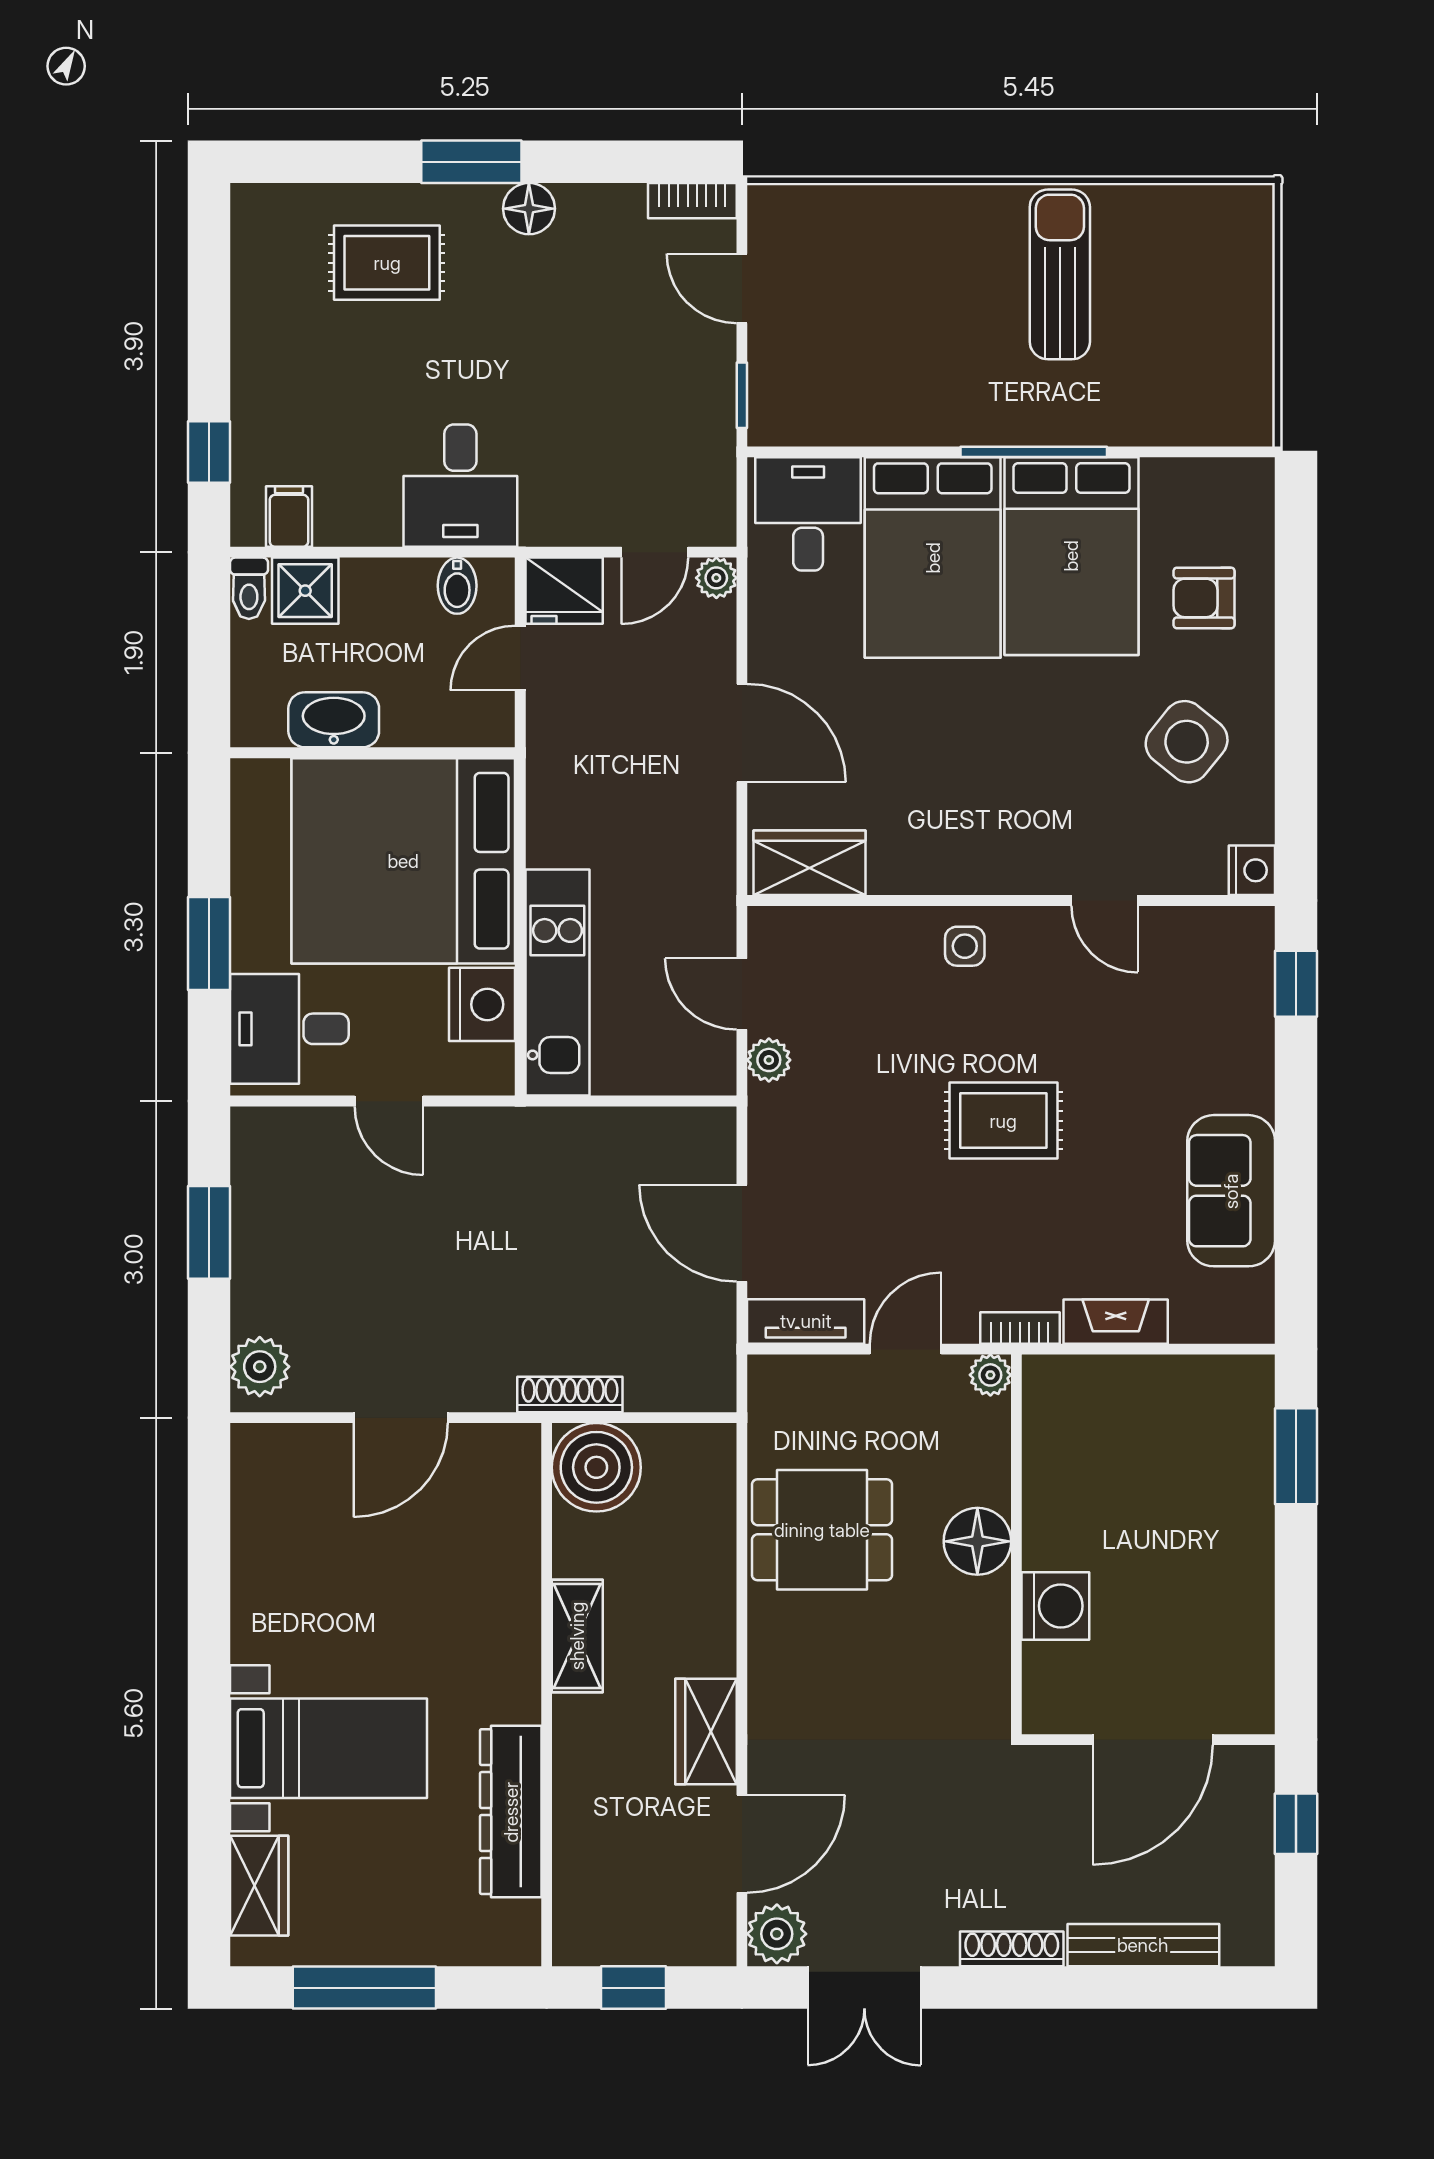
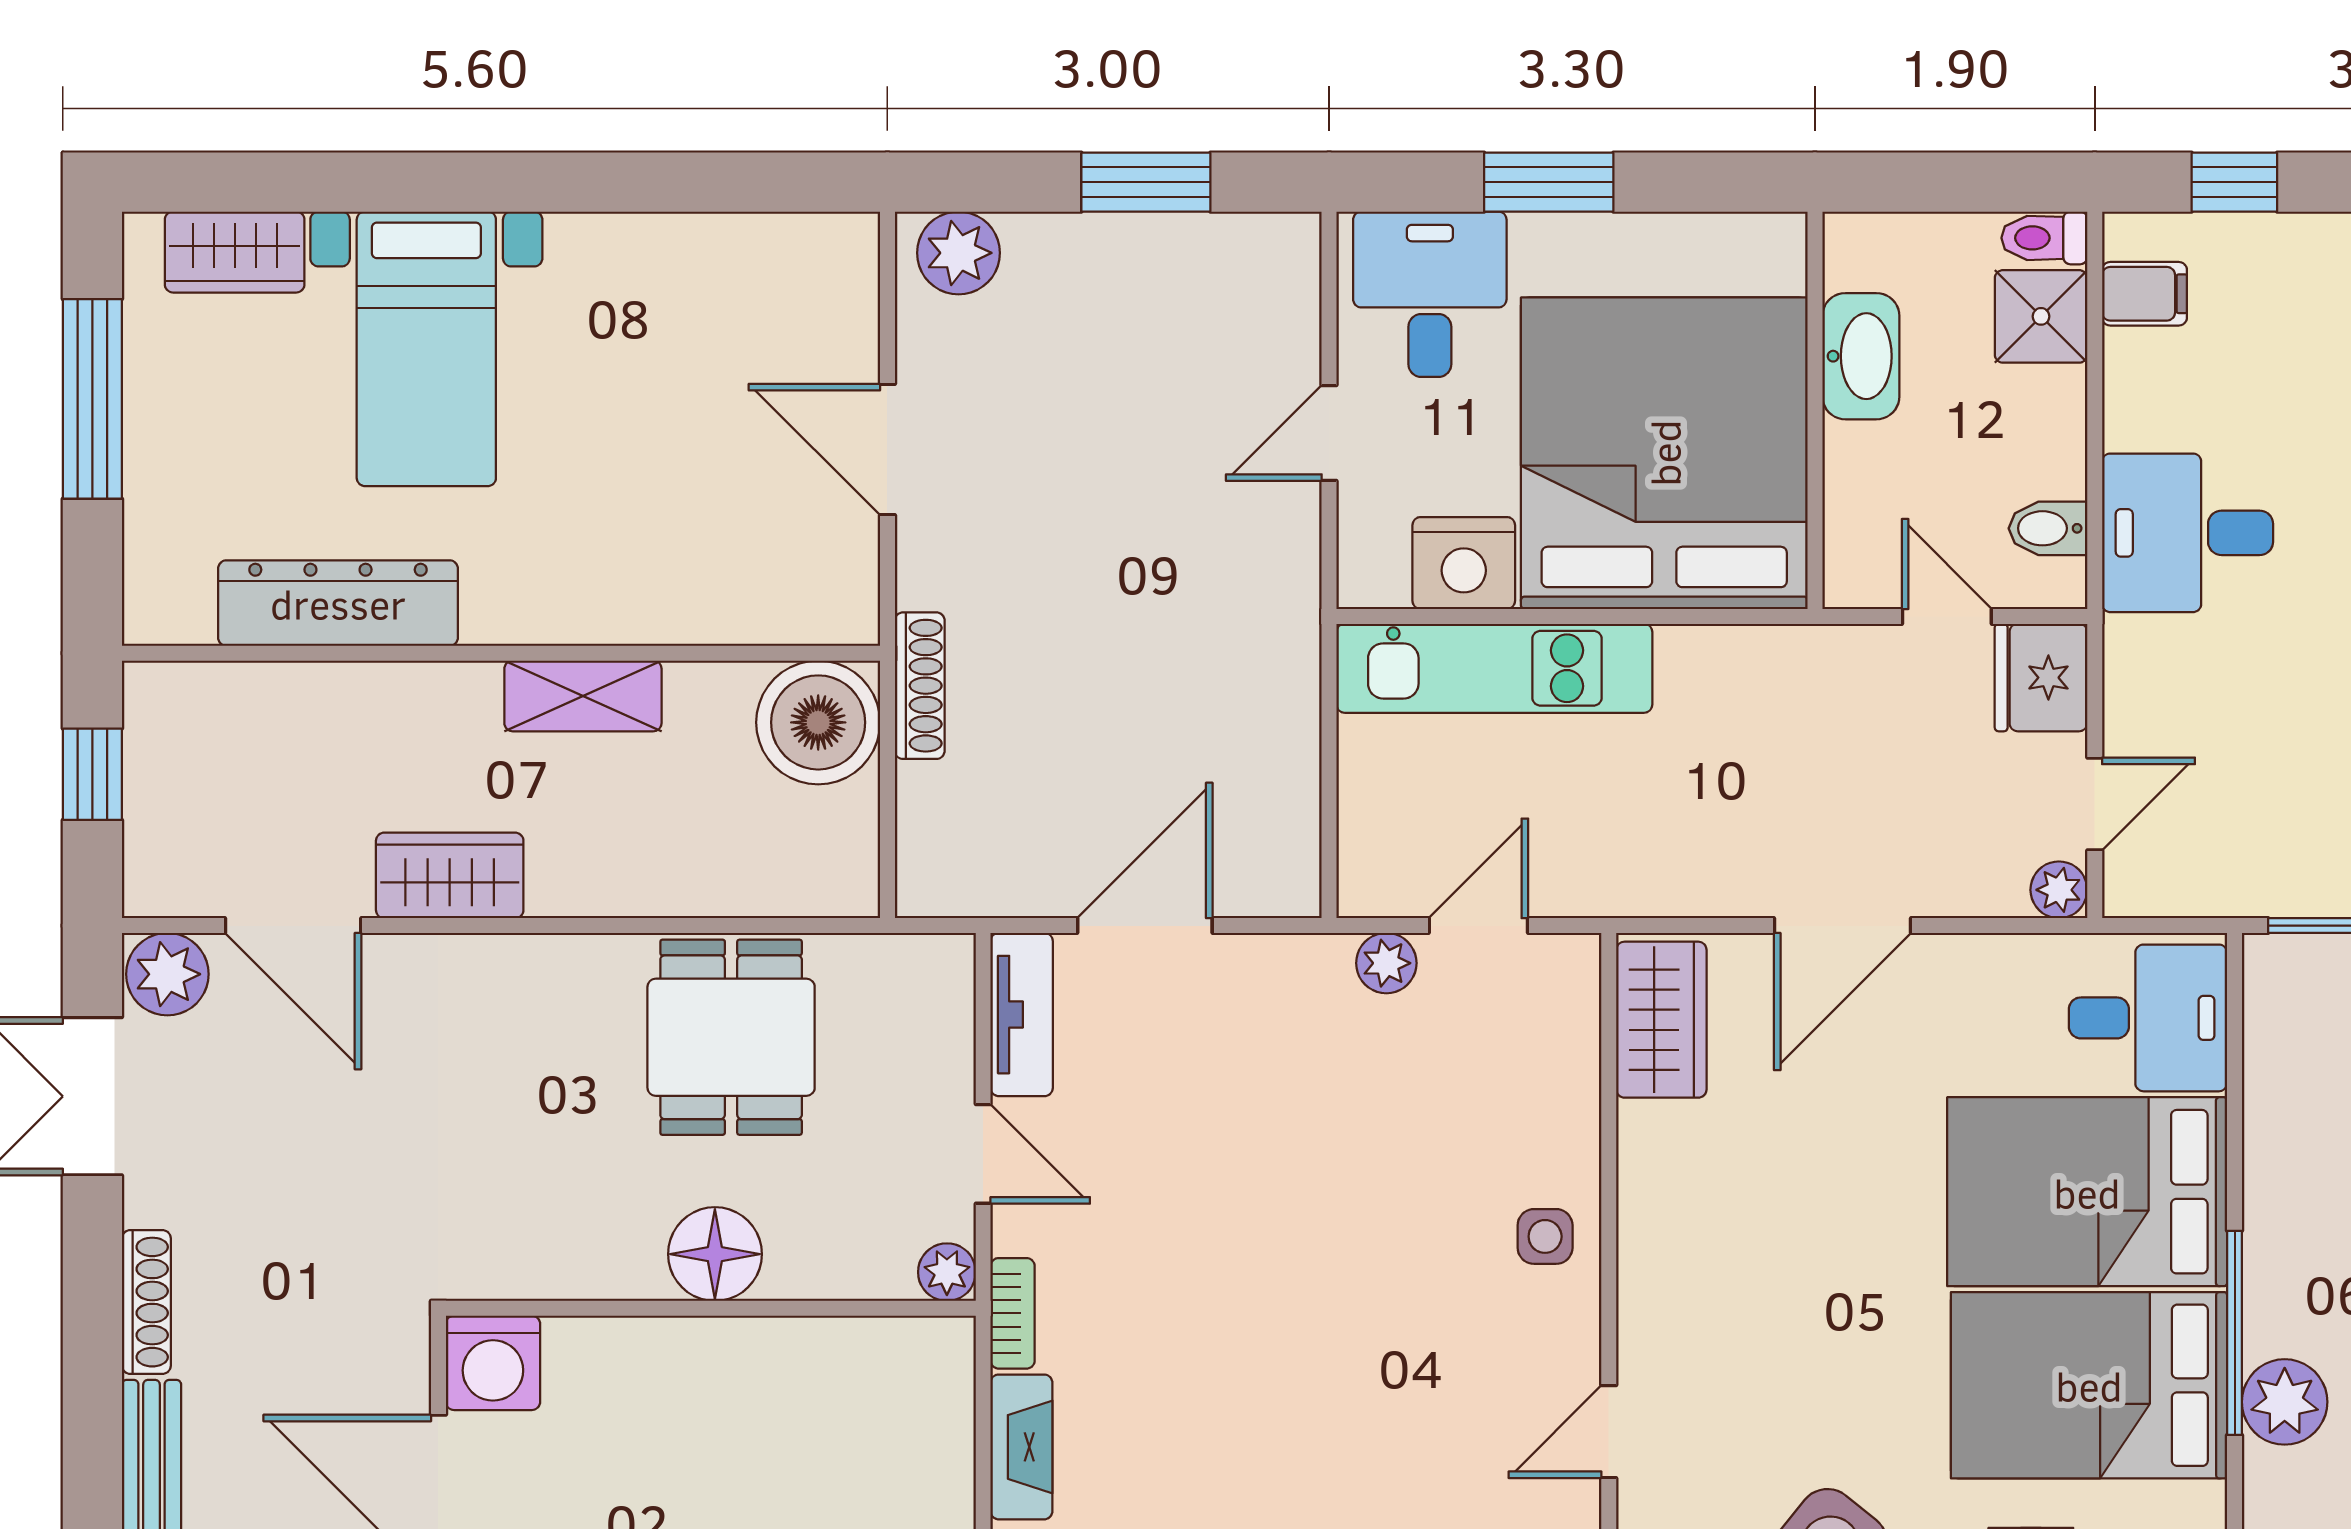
plant: (1083, 416) -> (2285, 1402), added
door: (655, 552) -> (2095, 804), swing flipped
rug: (1003, 1121) -> (1302, 1290), removed
washing machine: (1055, 1606) -> (493, 1363), moved

